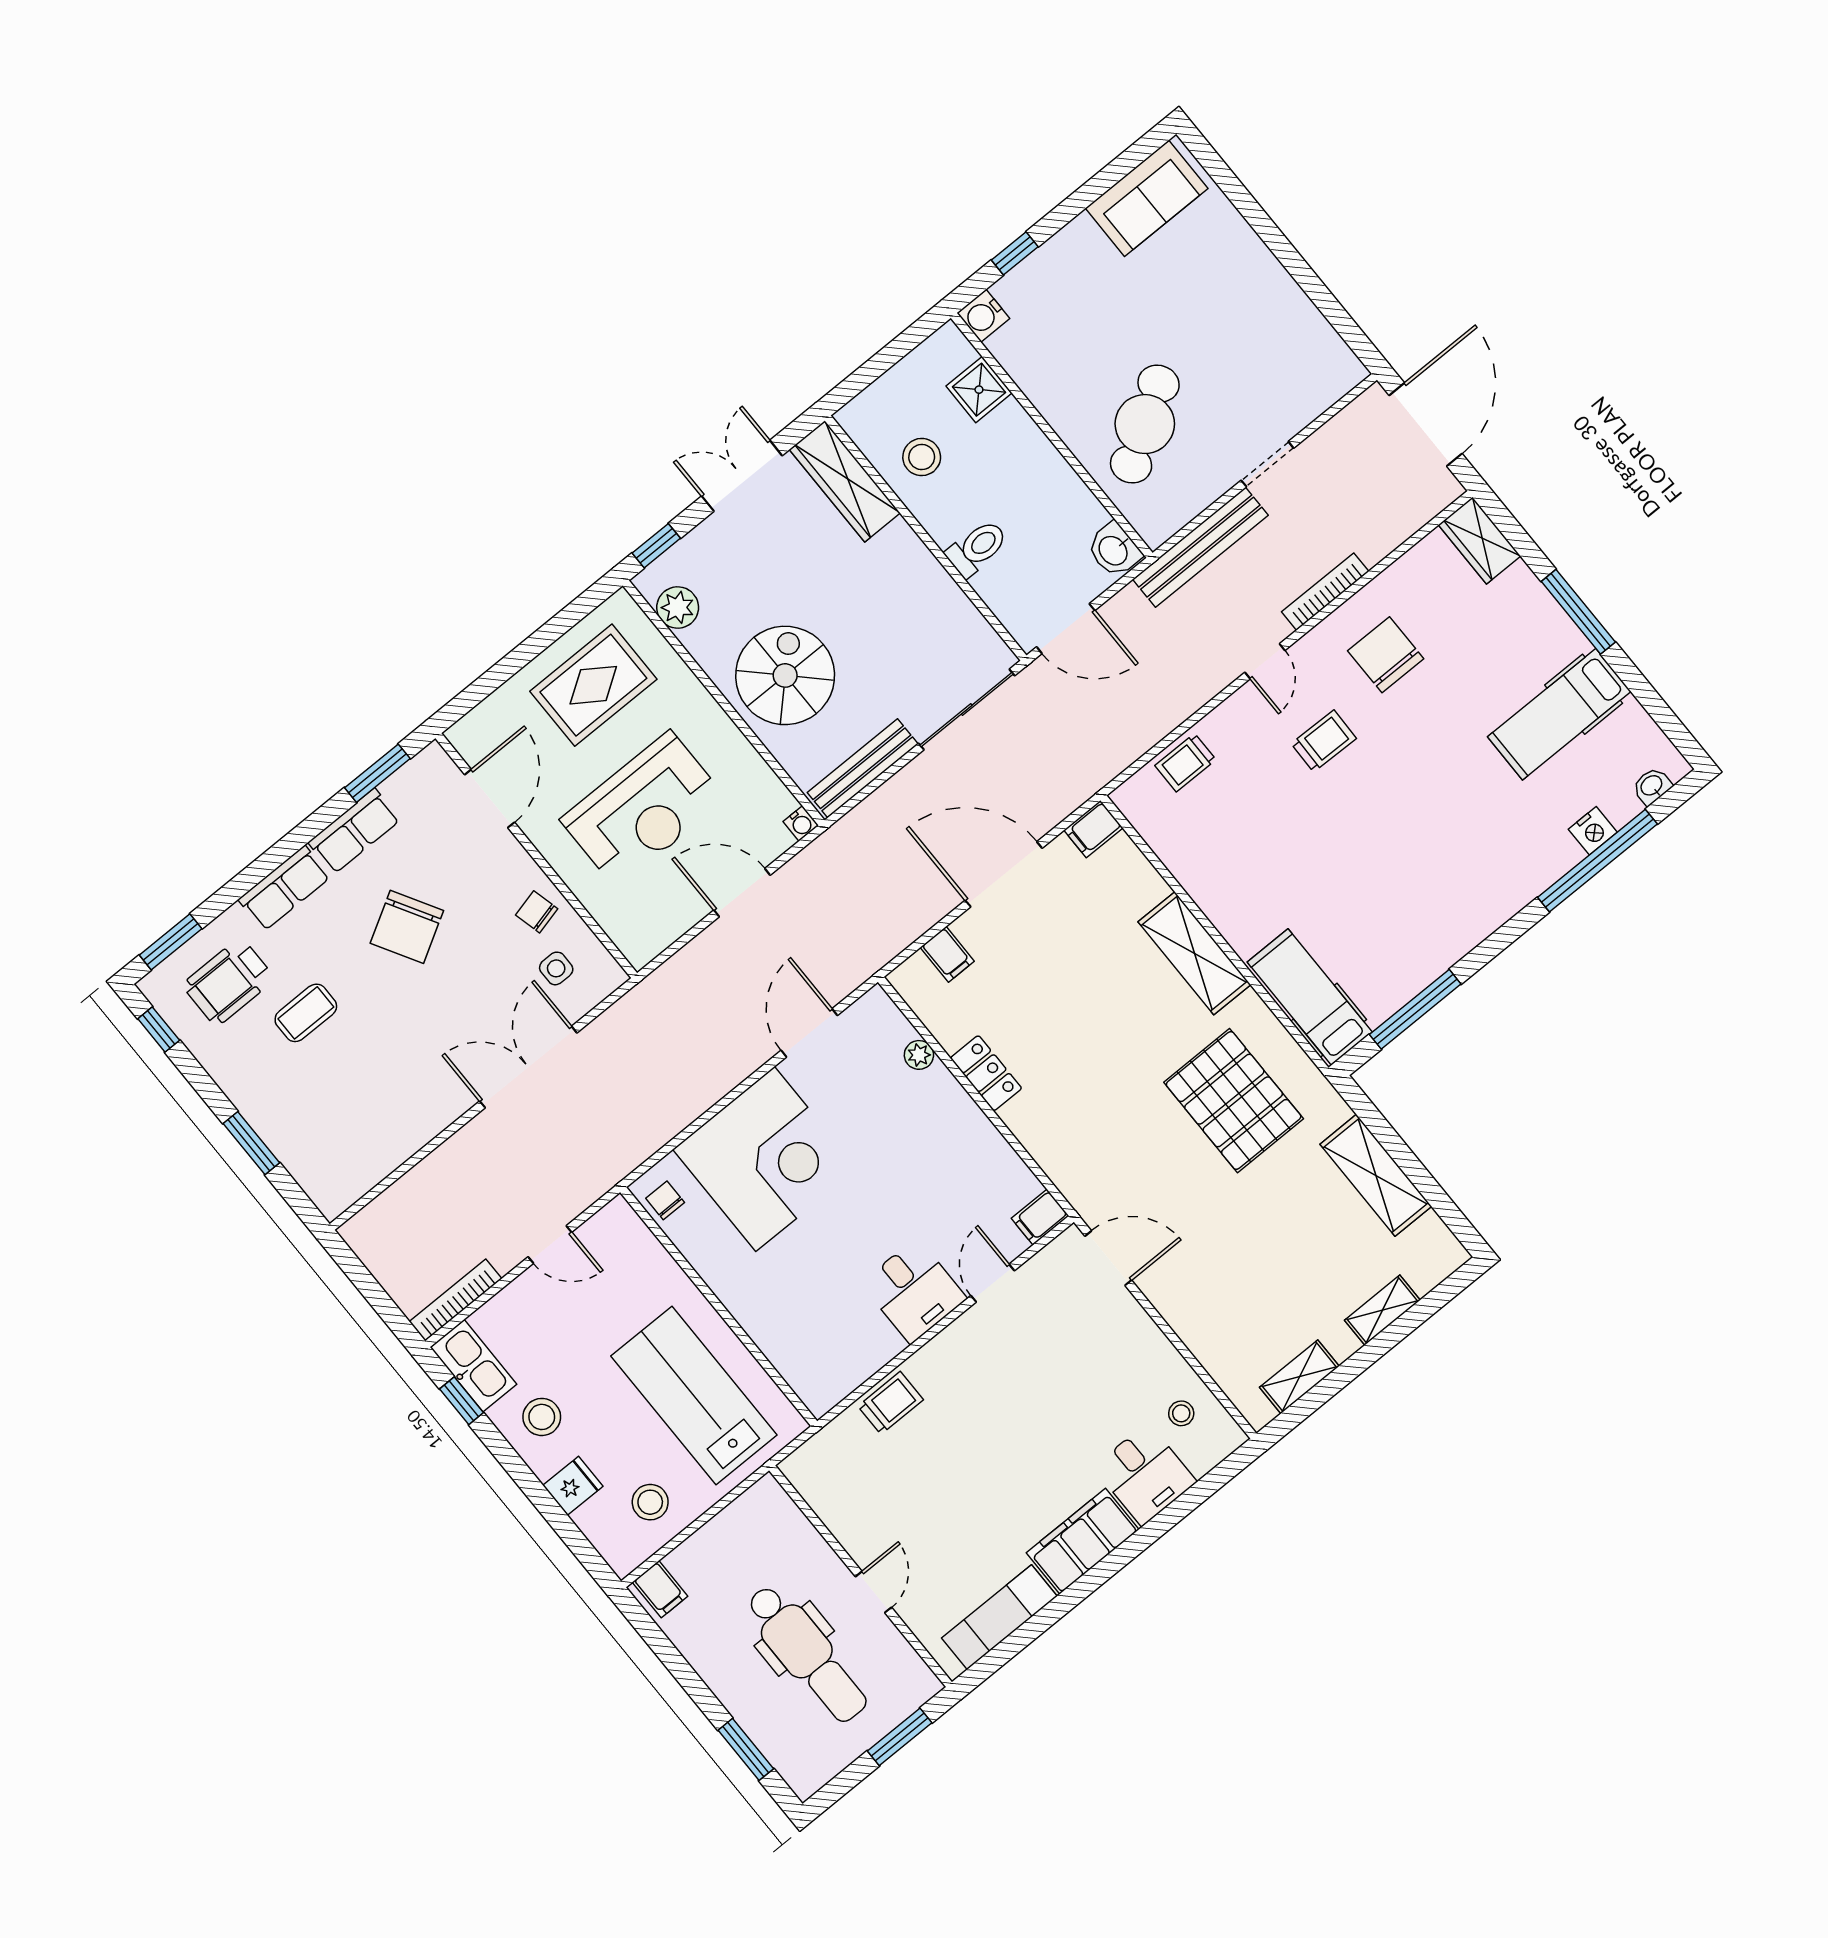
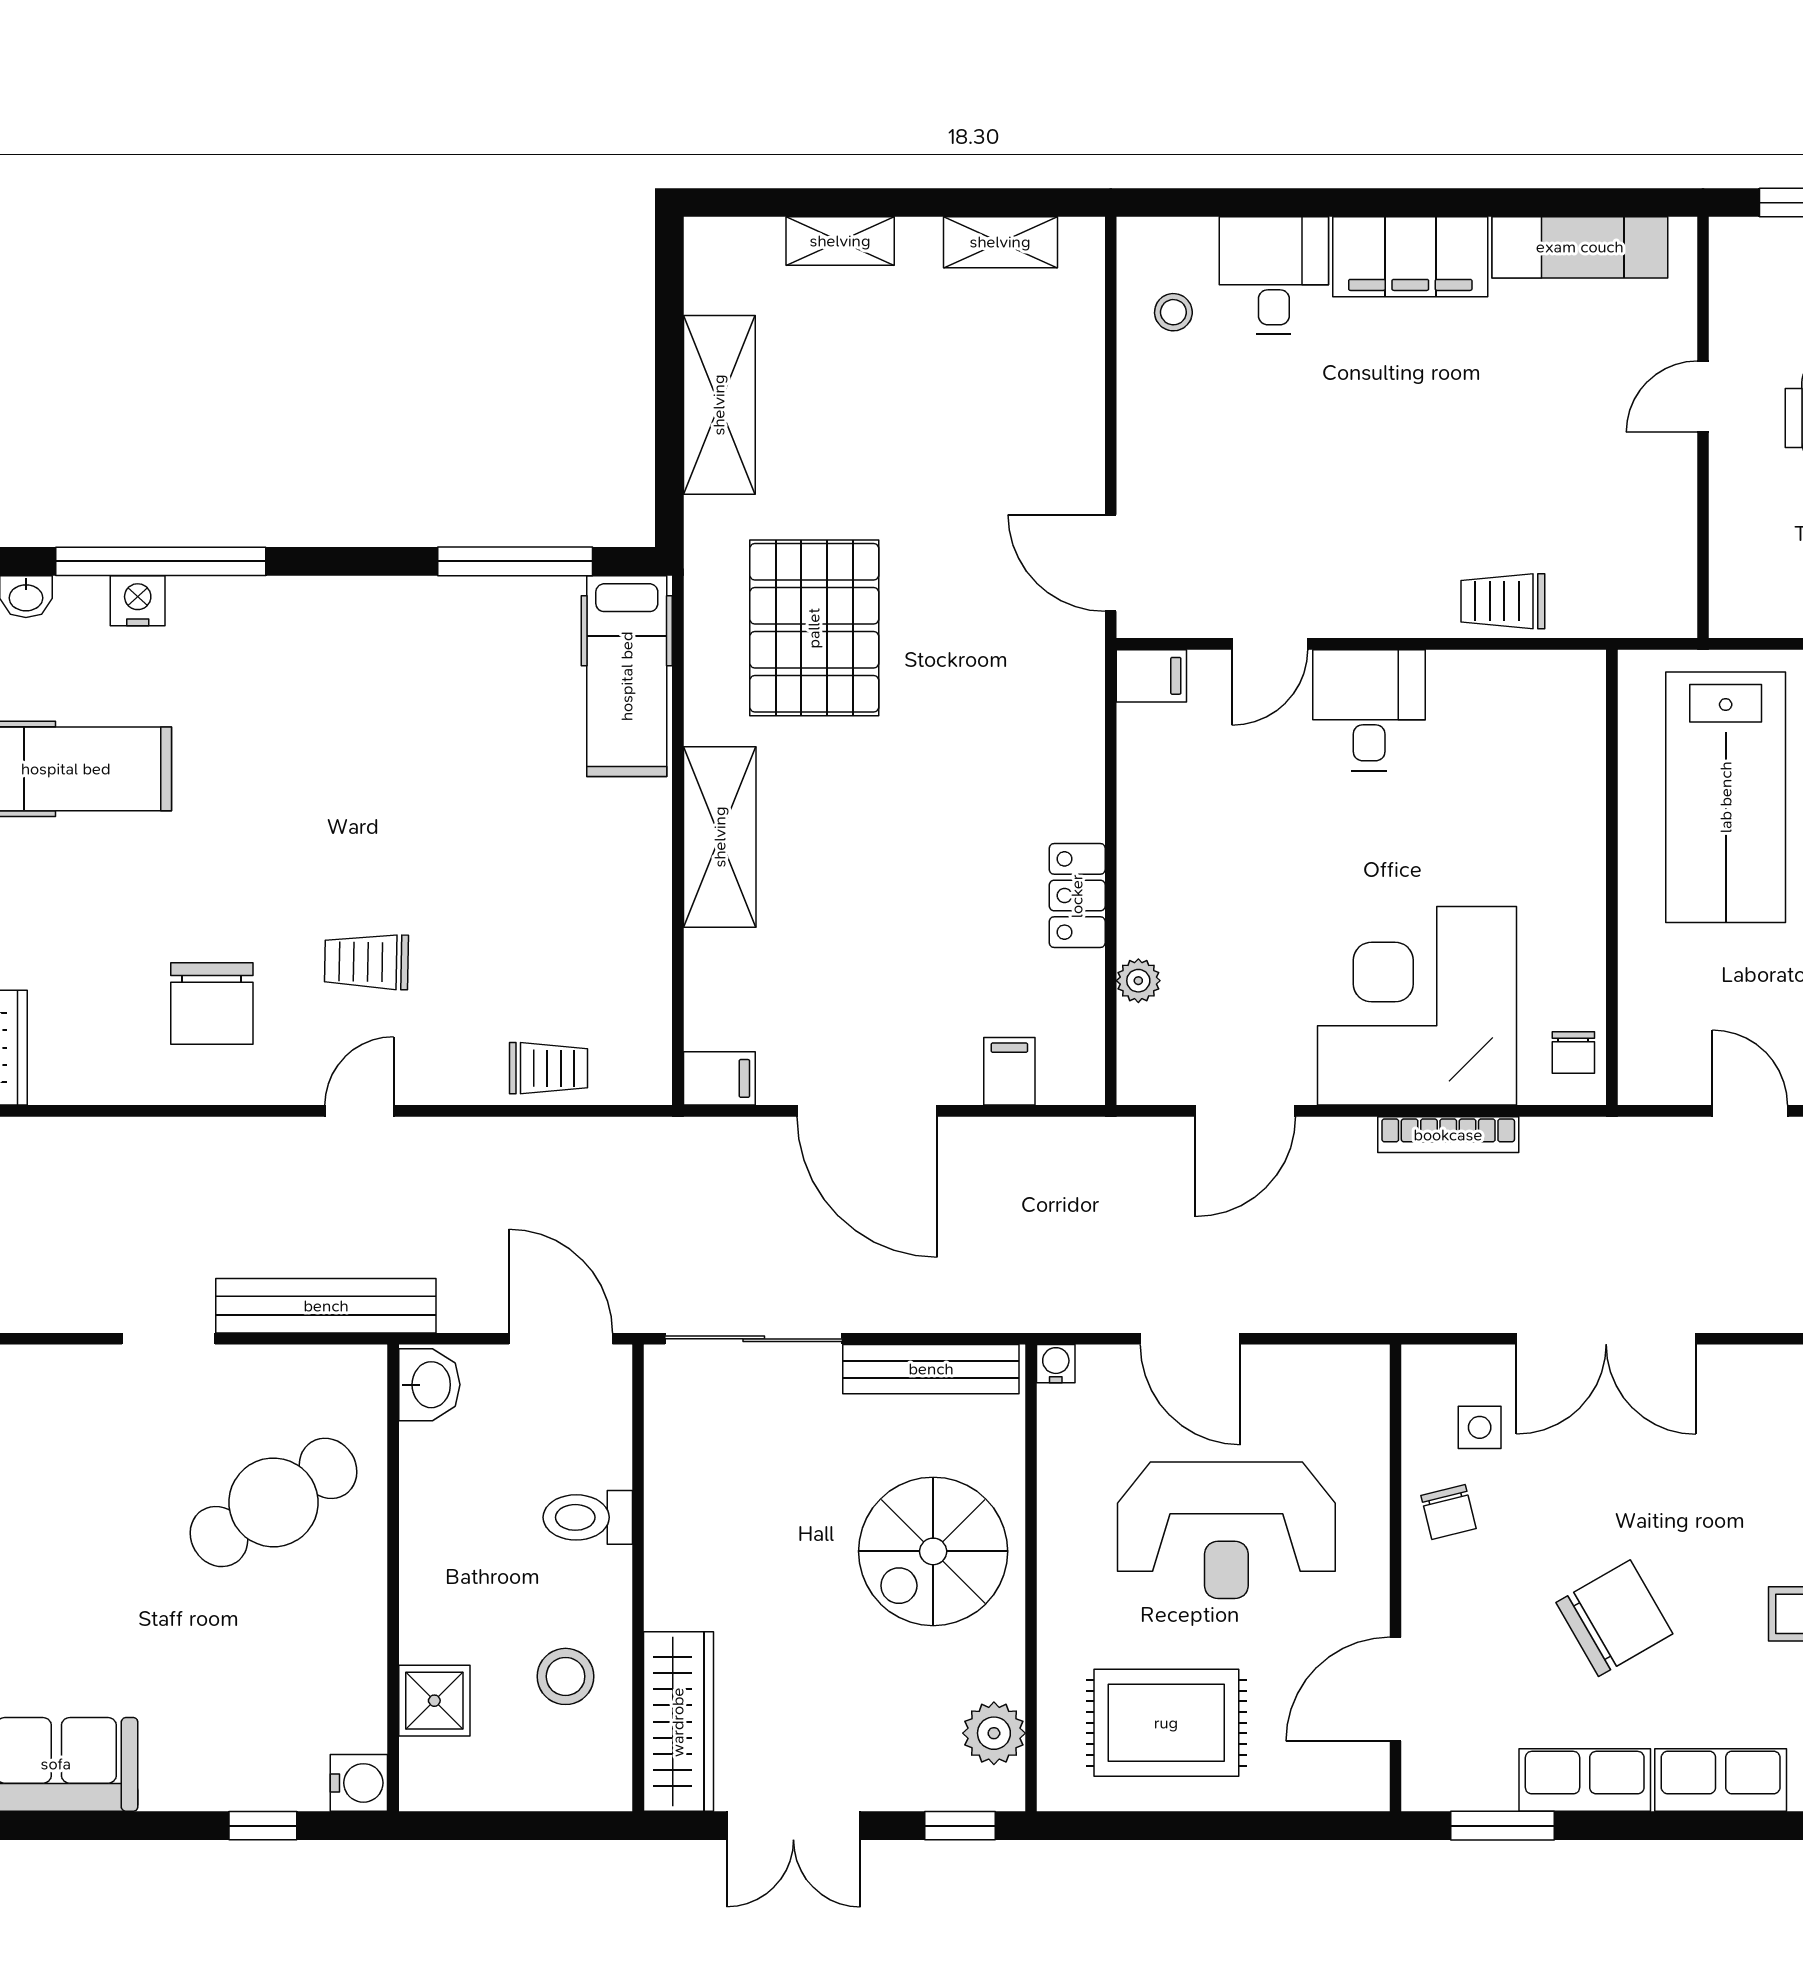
bookcase: (1325, 592) -> (1448, 1135), moved
reception desk: (643, 809) -> (1226, 1530), turned 180

